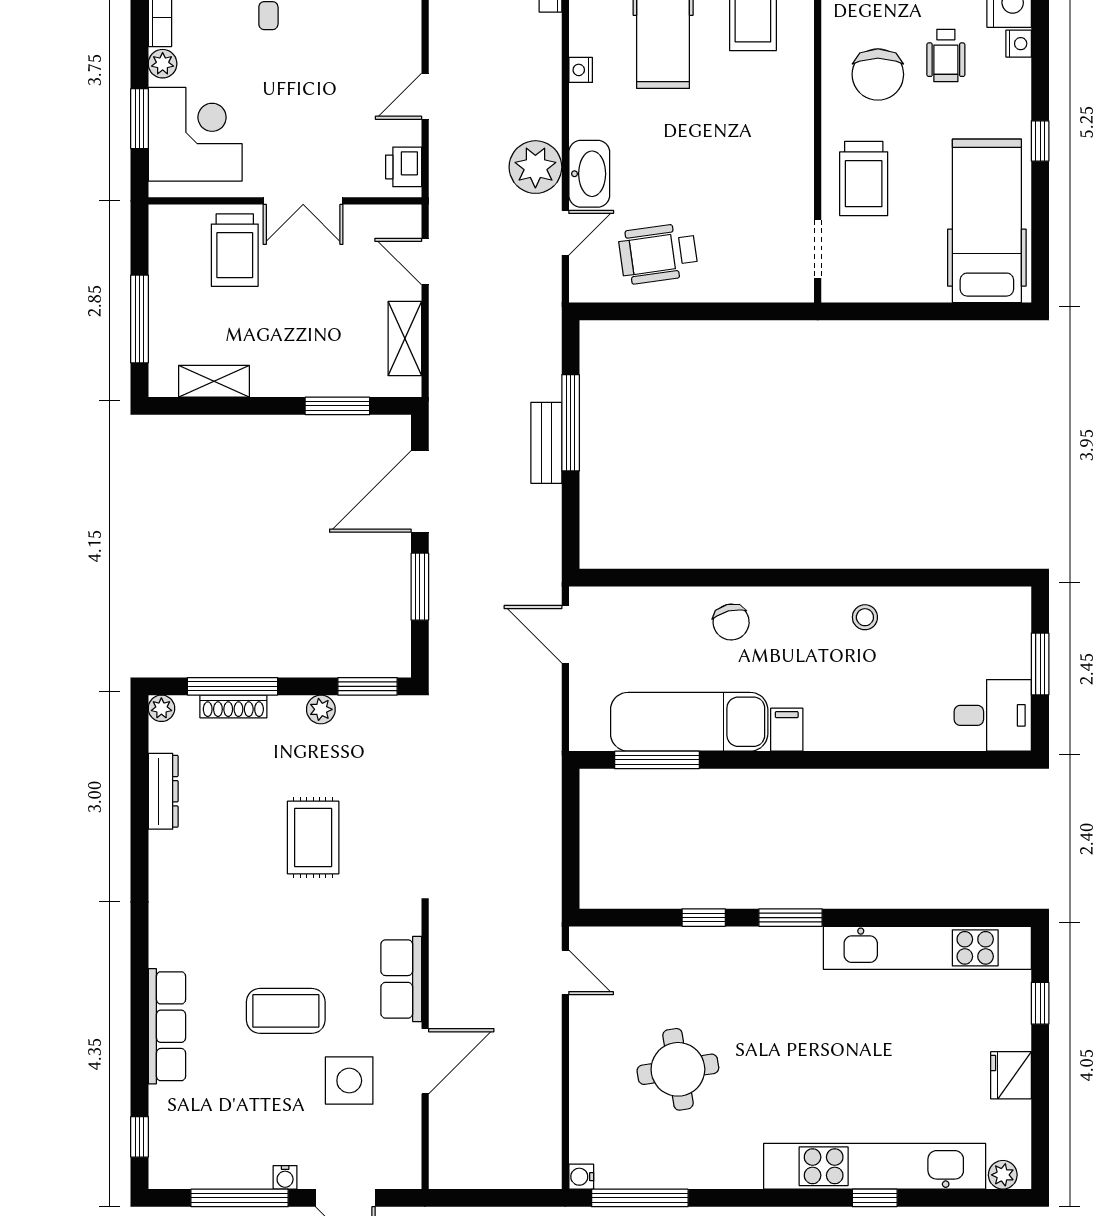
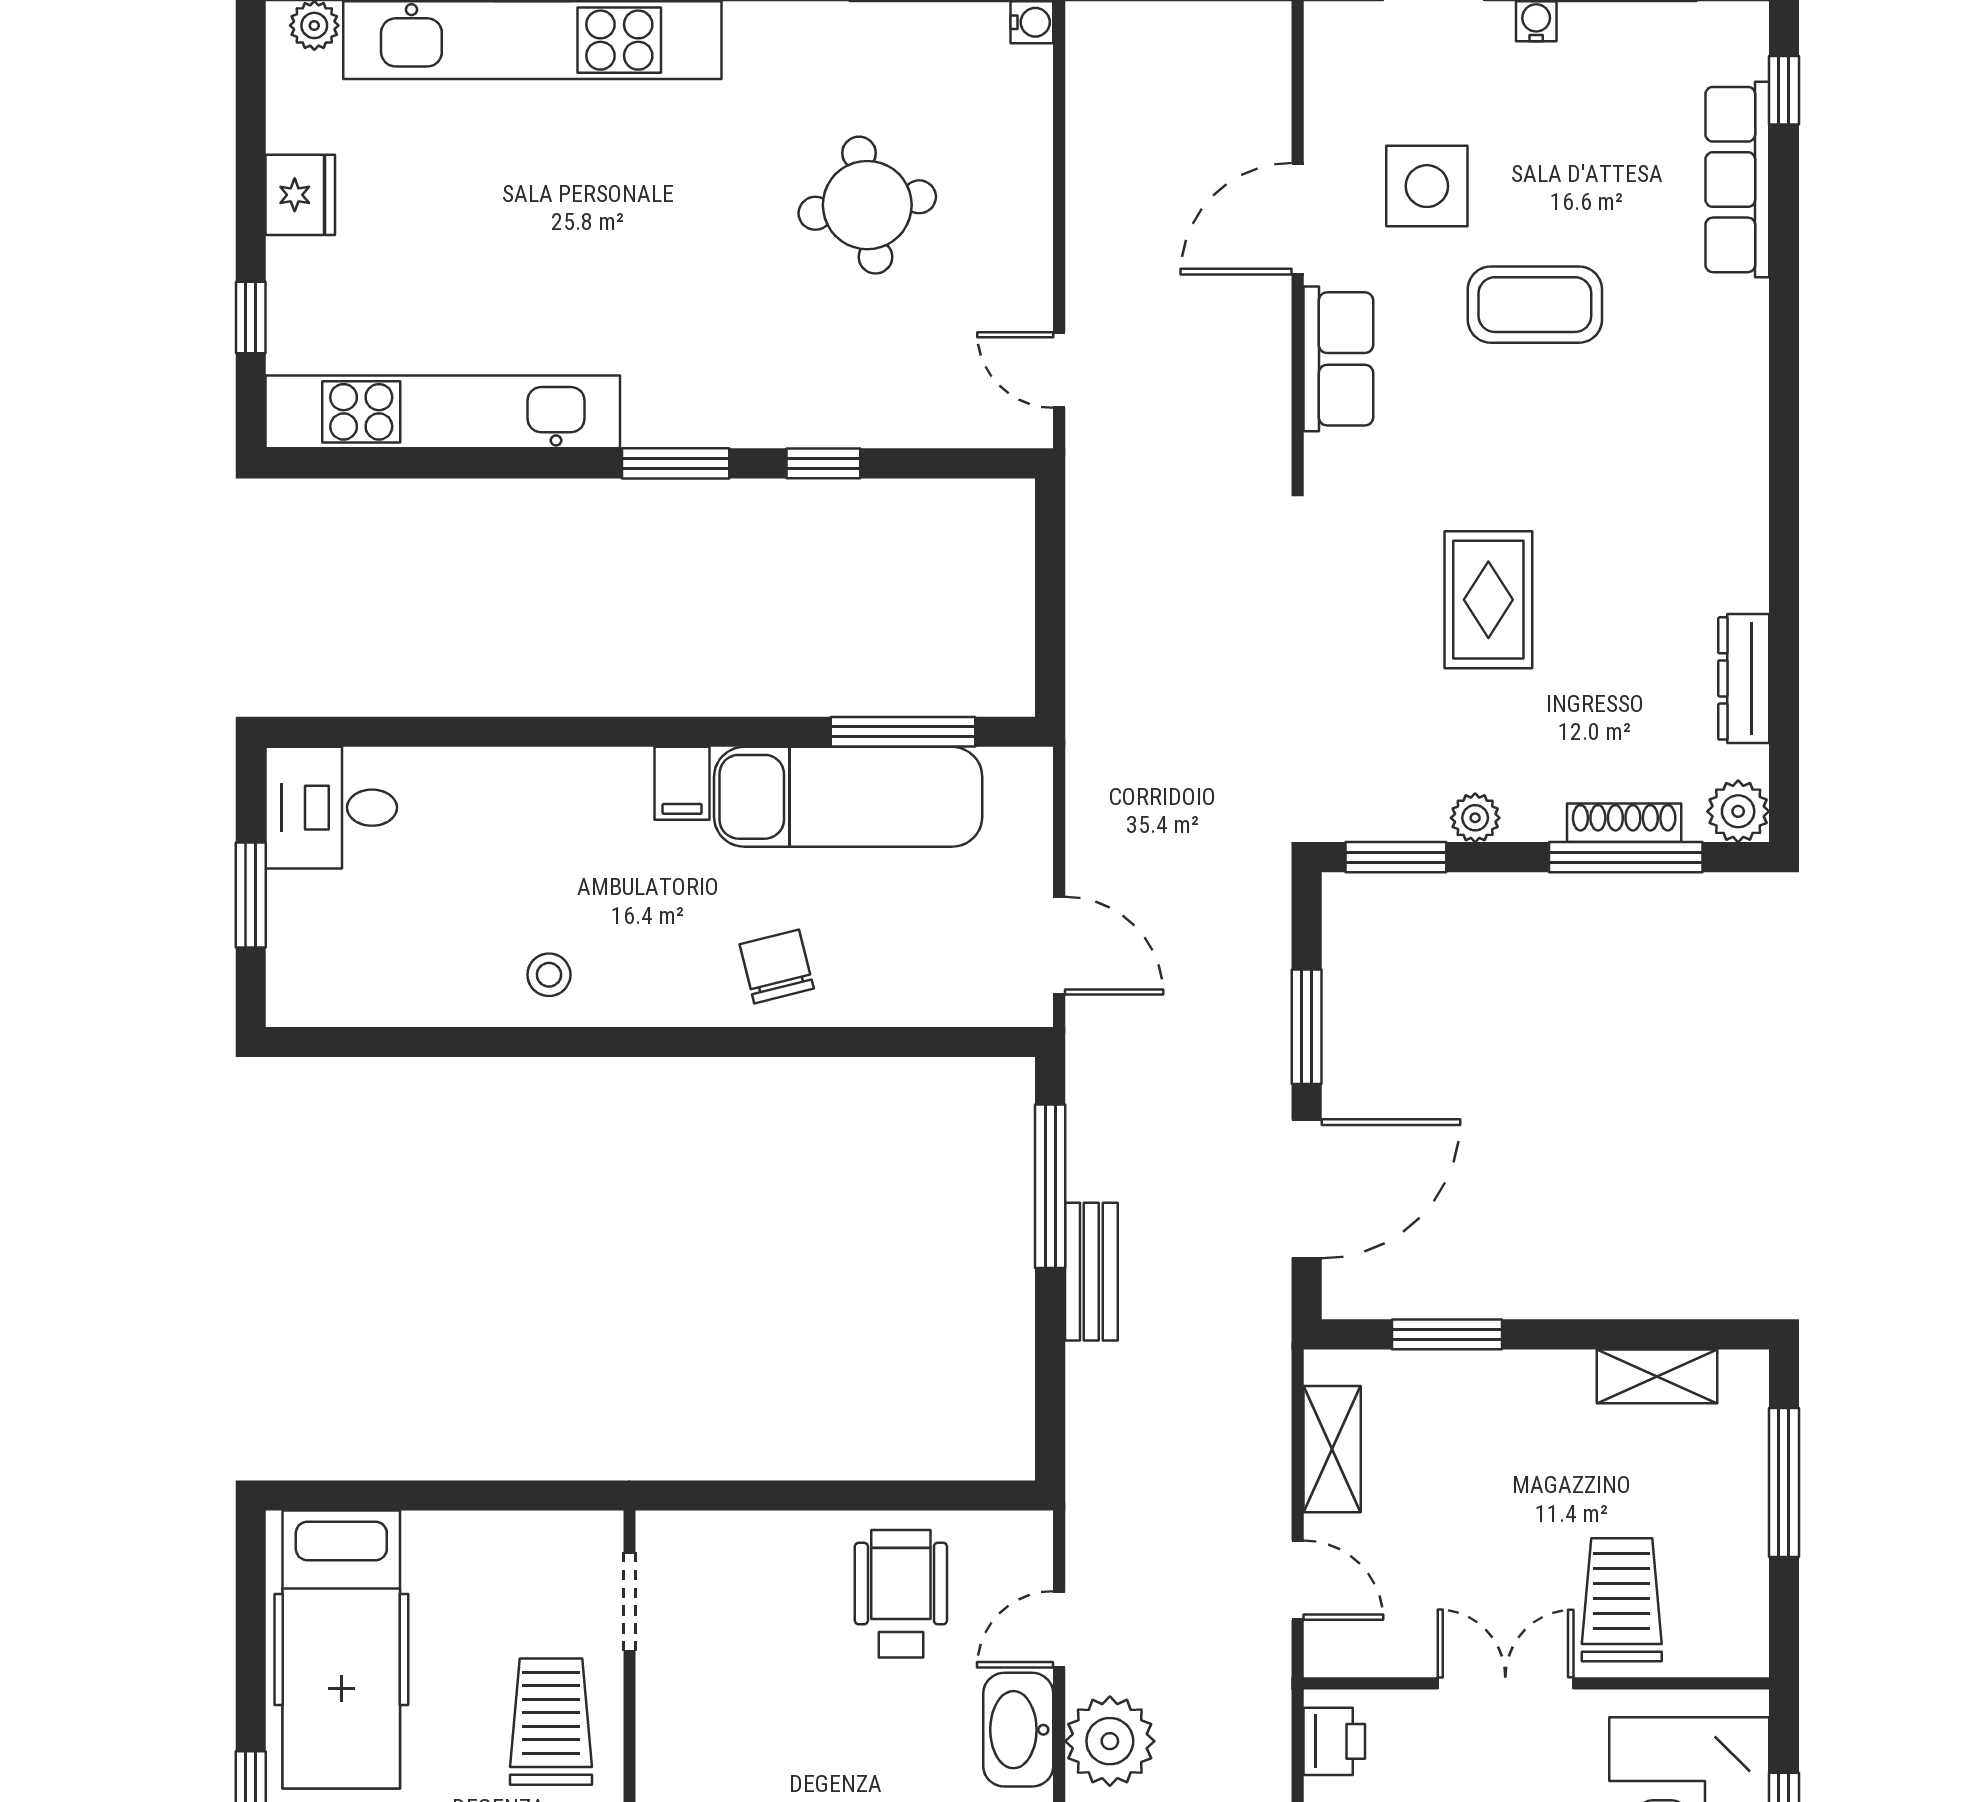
wheelchair: (658, 254) -> (901, 1594), turned -82
window: (571, 423) -> (1050, 1186), moved
plant: (161, 708) -> (1738, 811), width x1.38, depth x1.38
row of seats: (167, 1026) -> (1737, 180), moved

